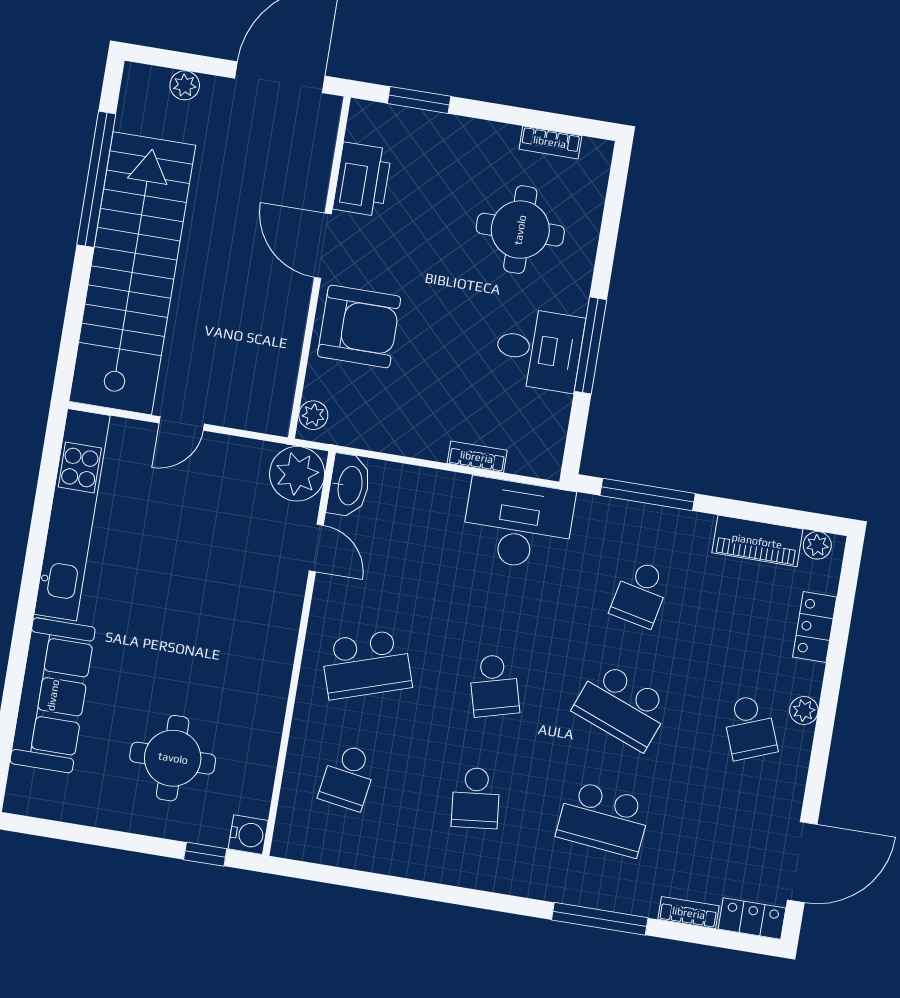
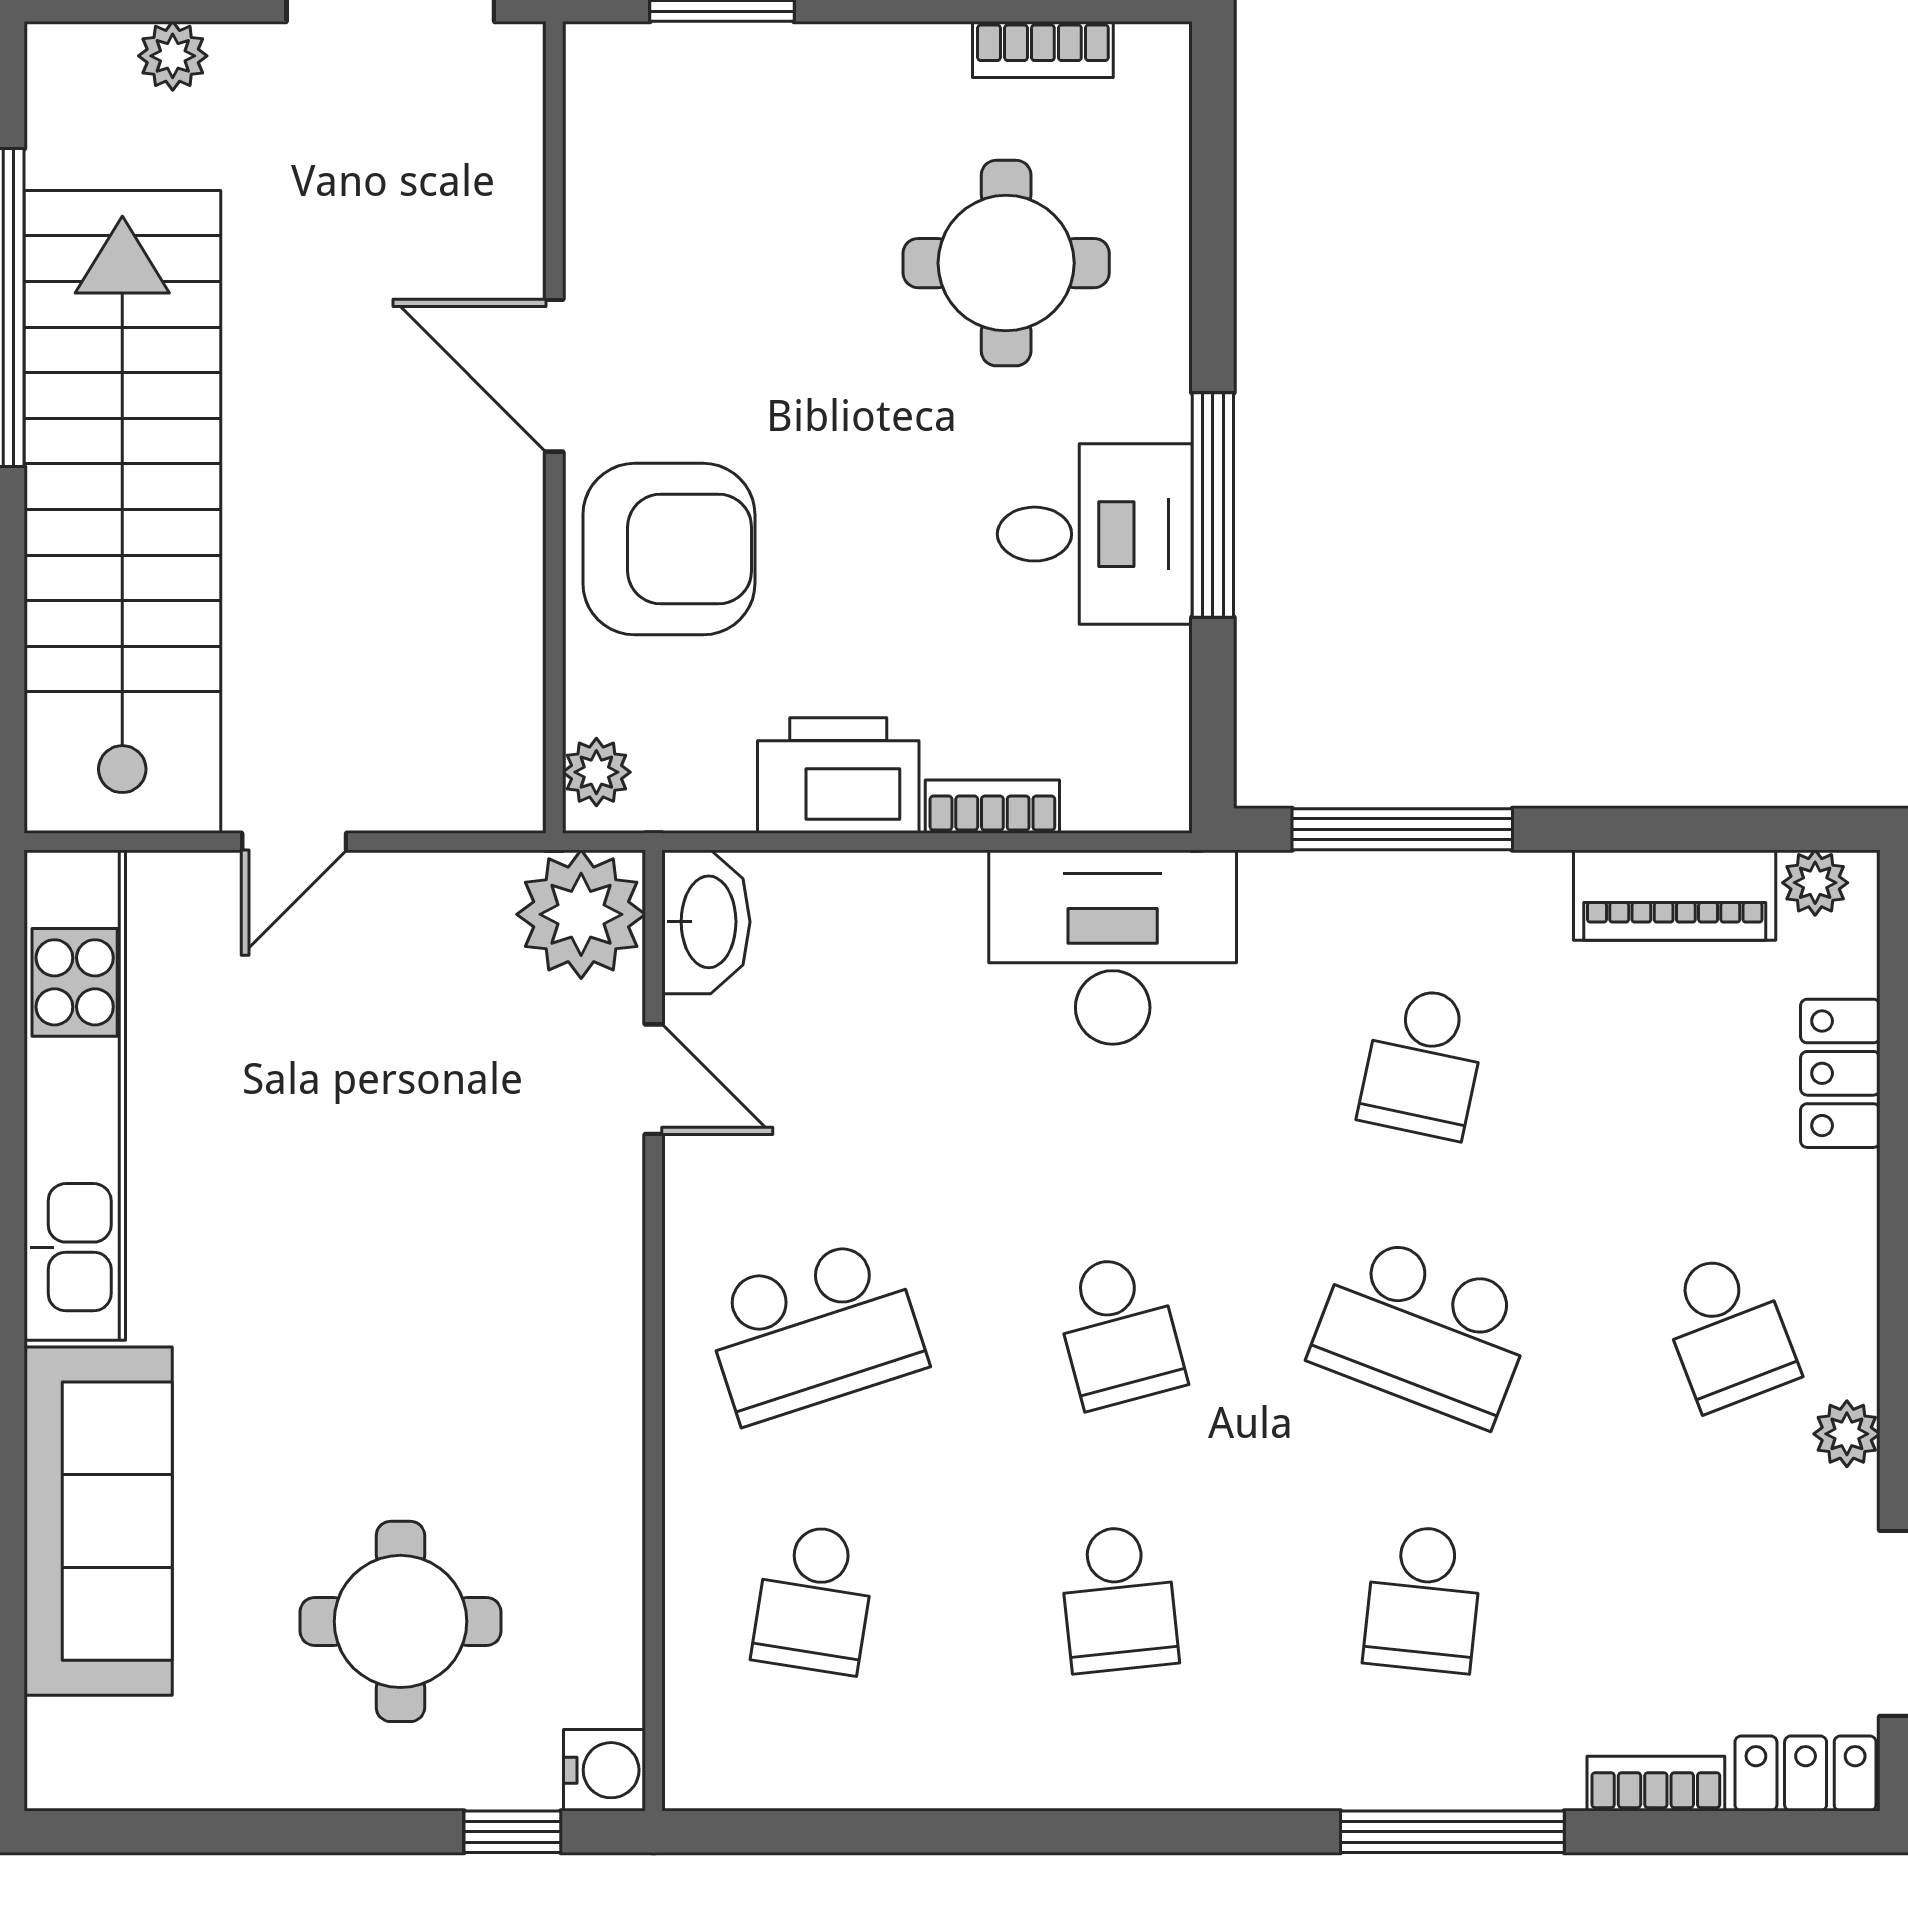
printer: (362, 179) -> (838, 775), moved, turned -90
plant: (804, 711) -> (1847, 1434), moved
school desk: (604, 819) -> (1423, 1599), width x0.54

